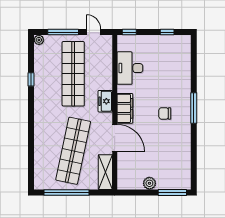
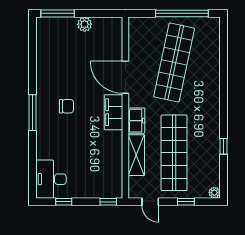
window: (63, 32) -> (186, 202), width x0.46
desk: (130, 68) -> (51, 179), moved, turned 180
shelving: (105, 172) -> (136, 155), moved

